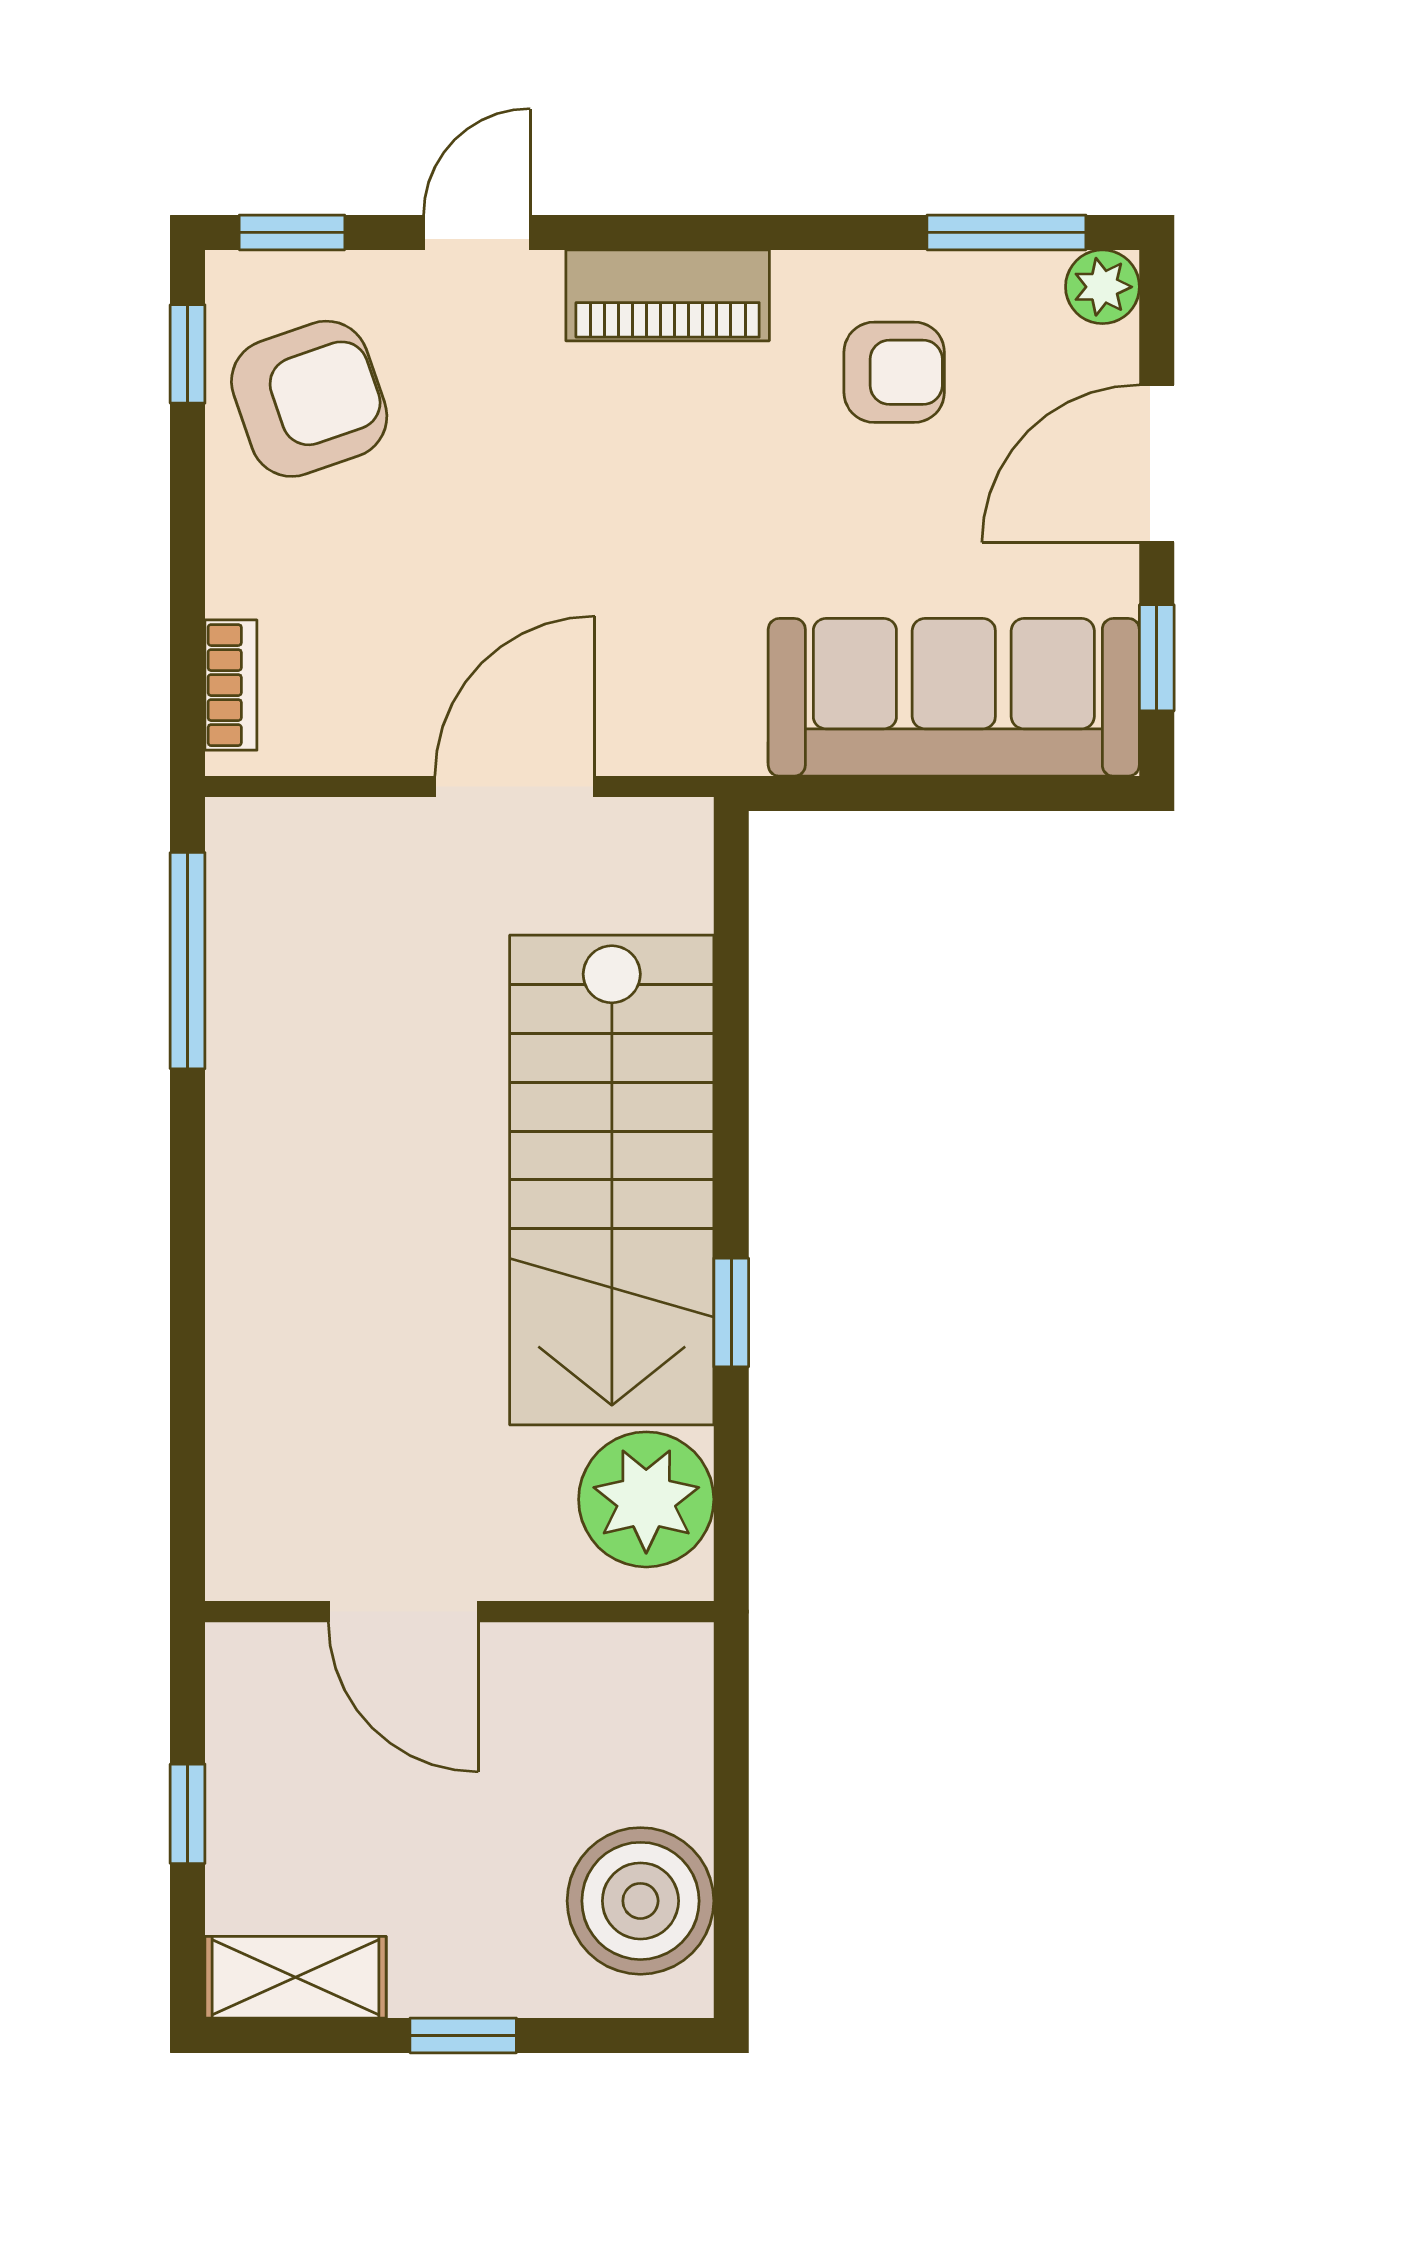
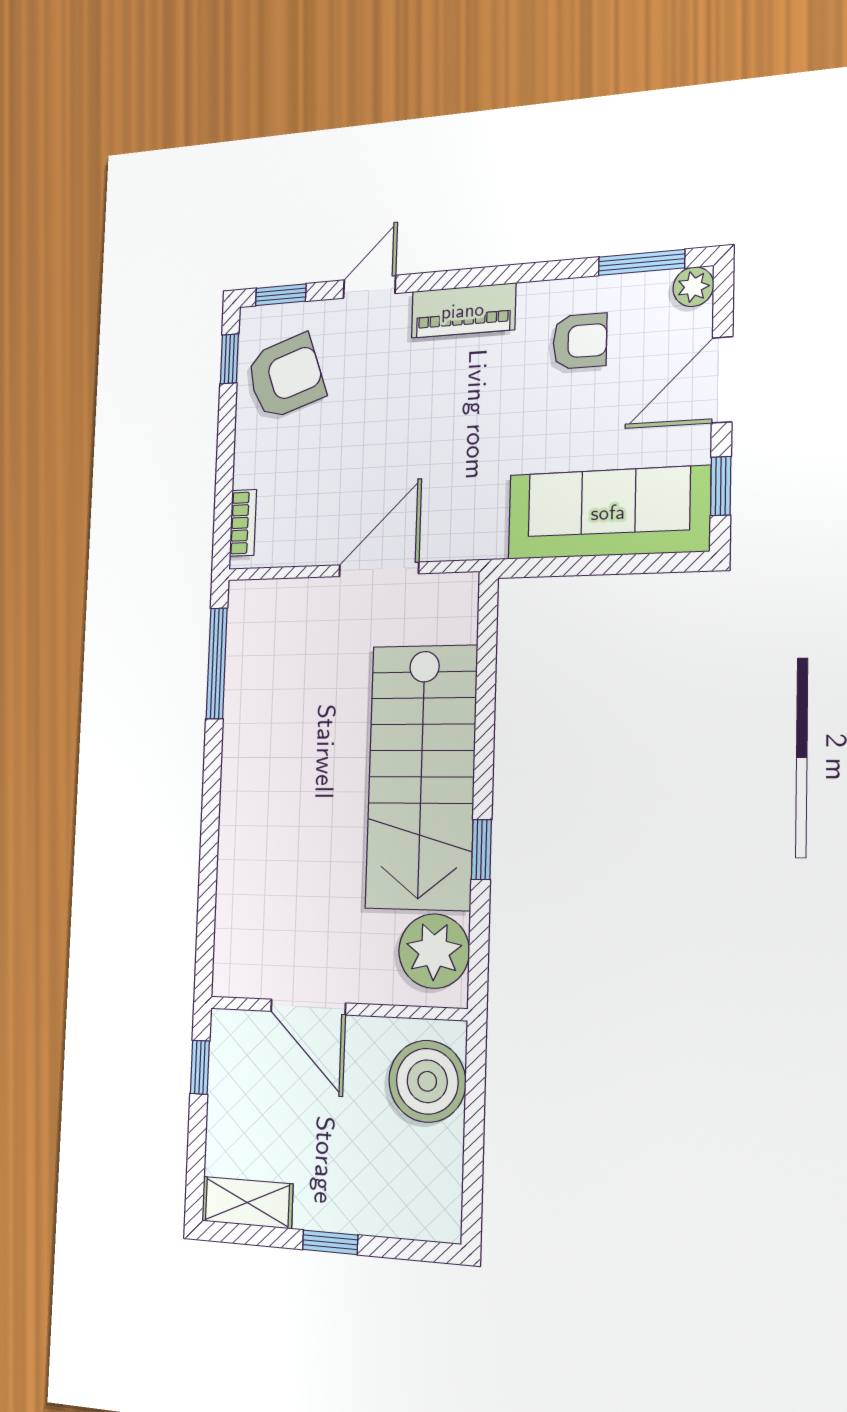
window: (188, 1814) -> (200, 1067), moved
boiler: (640, 1901) -> (427, 1081), moved

